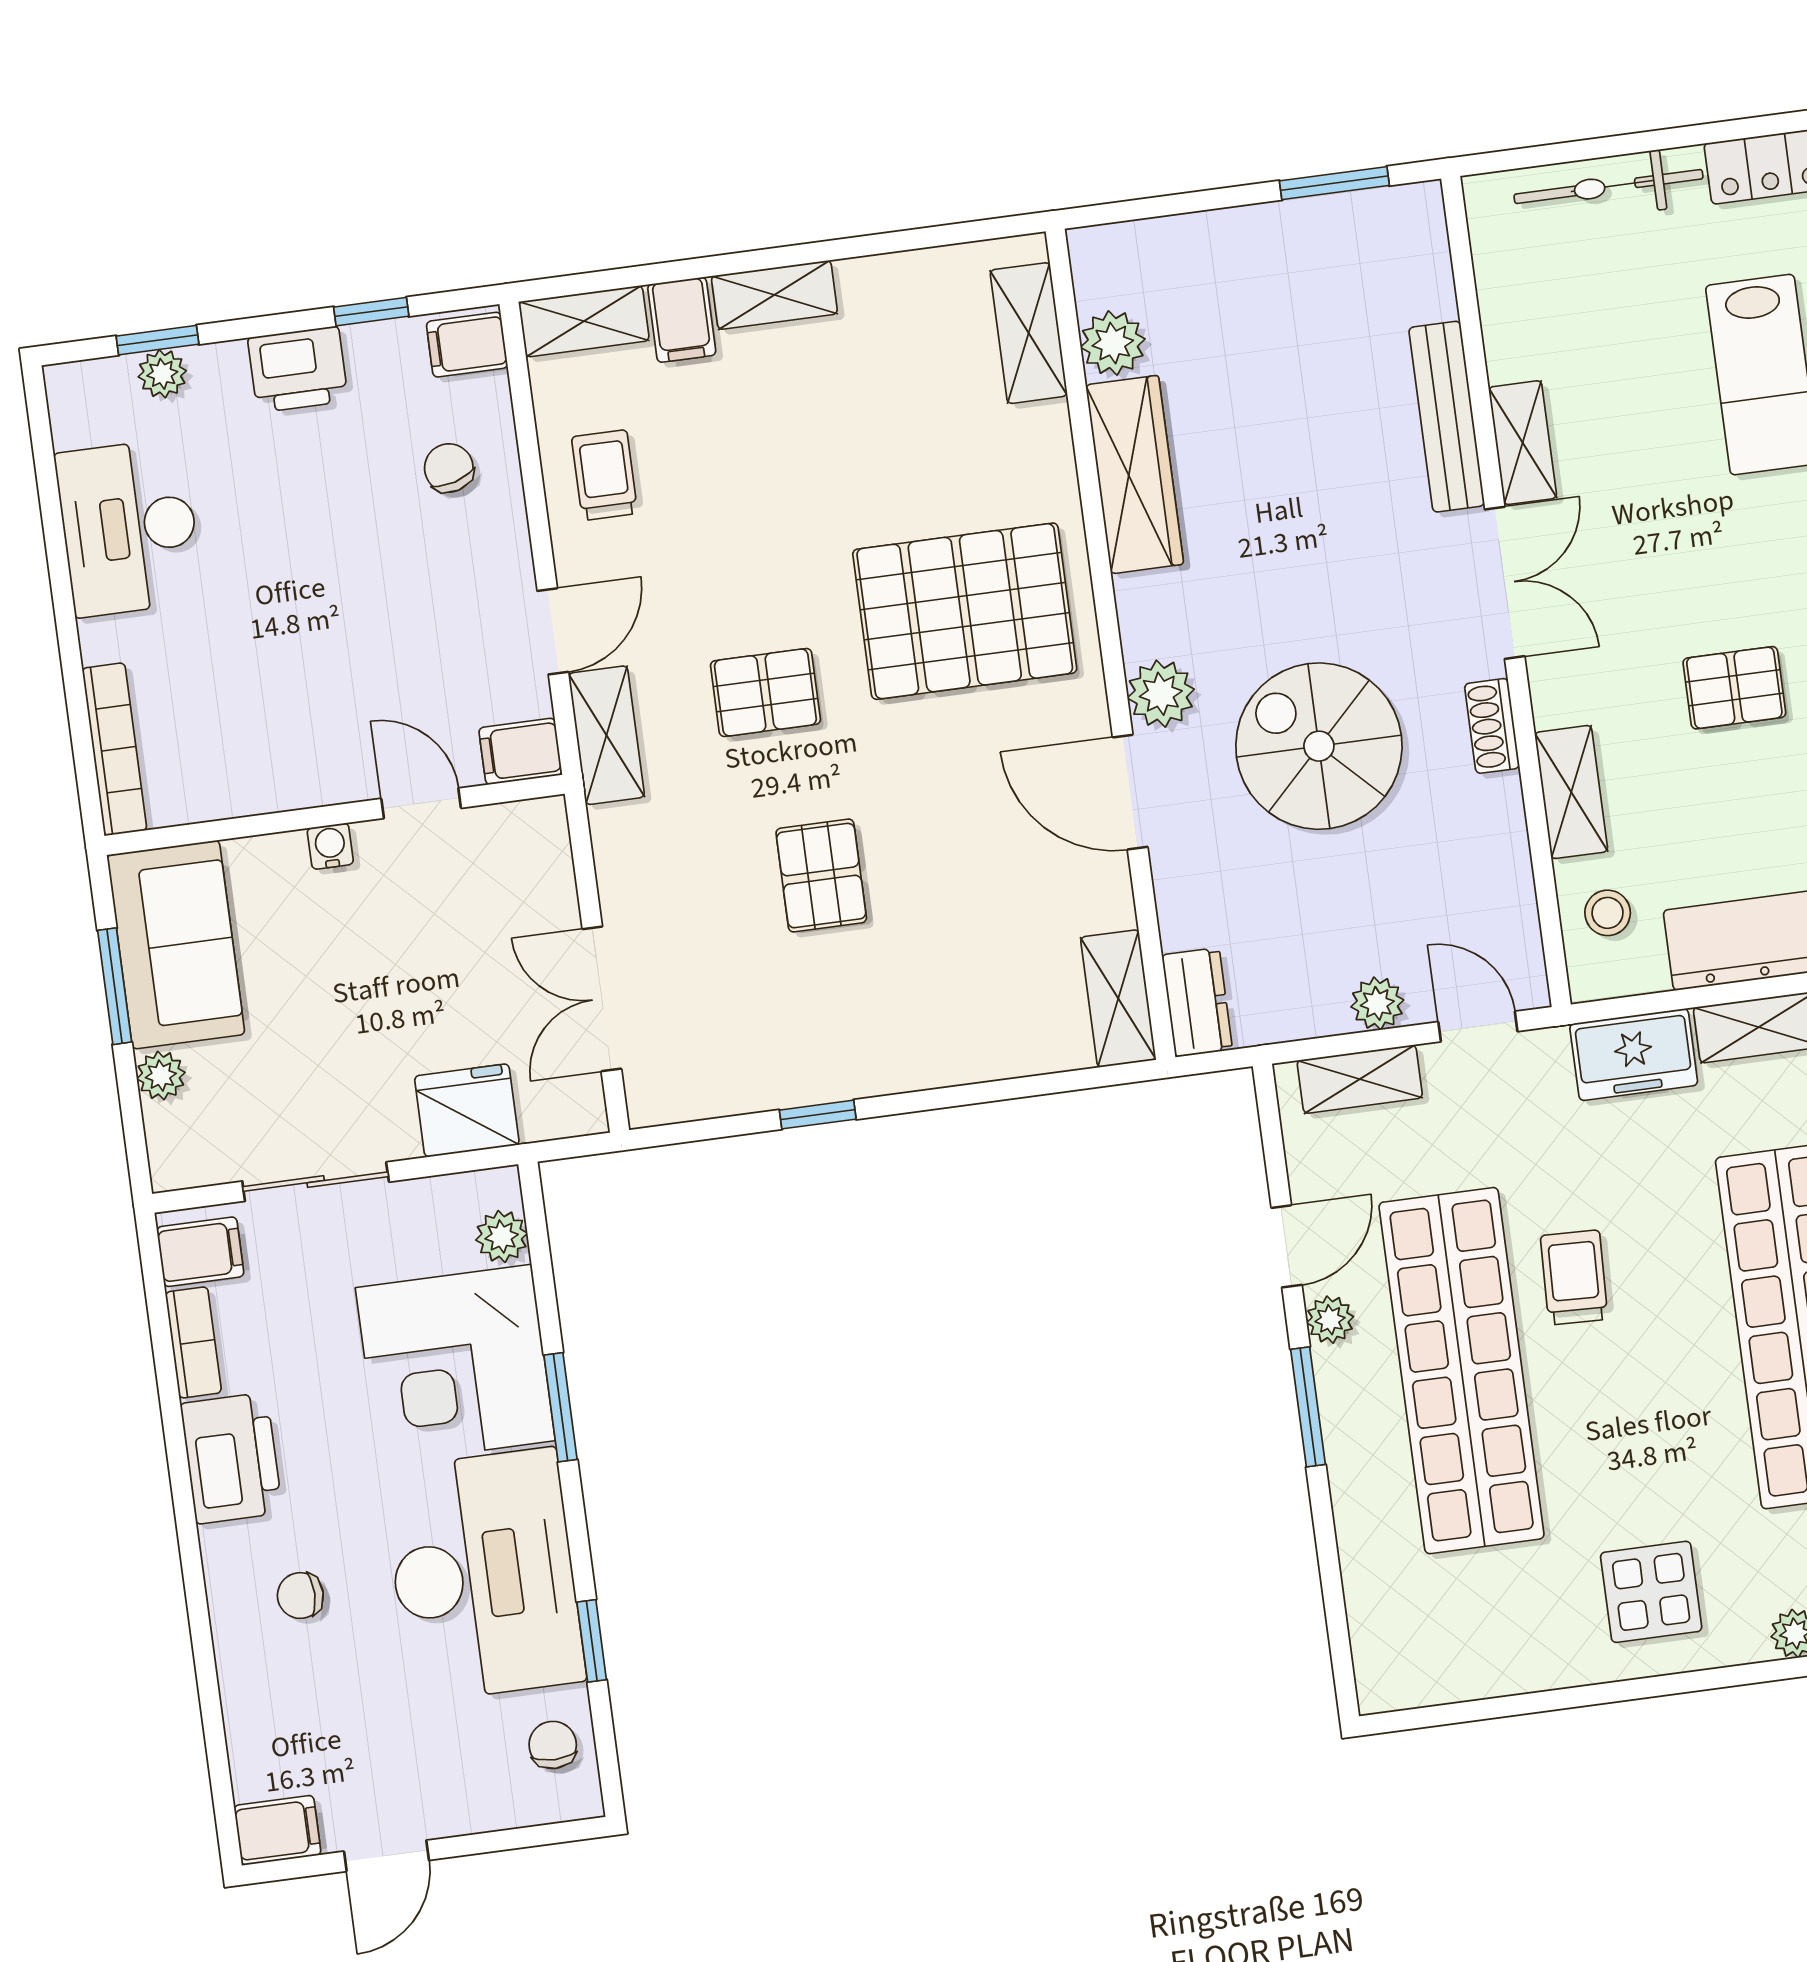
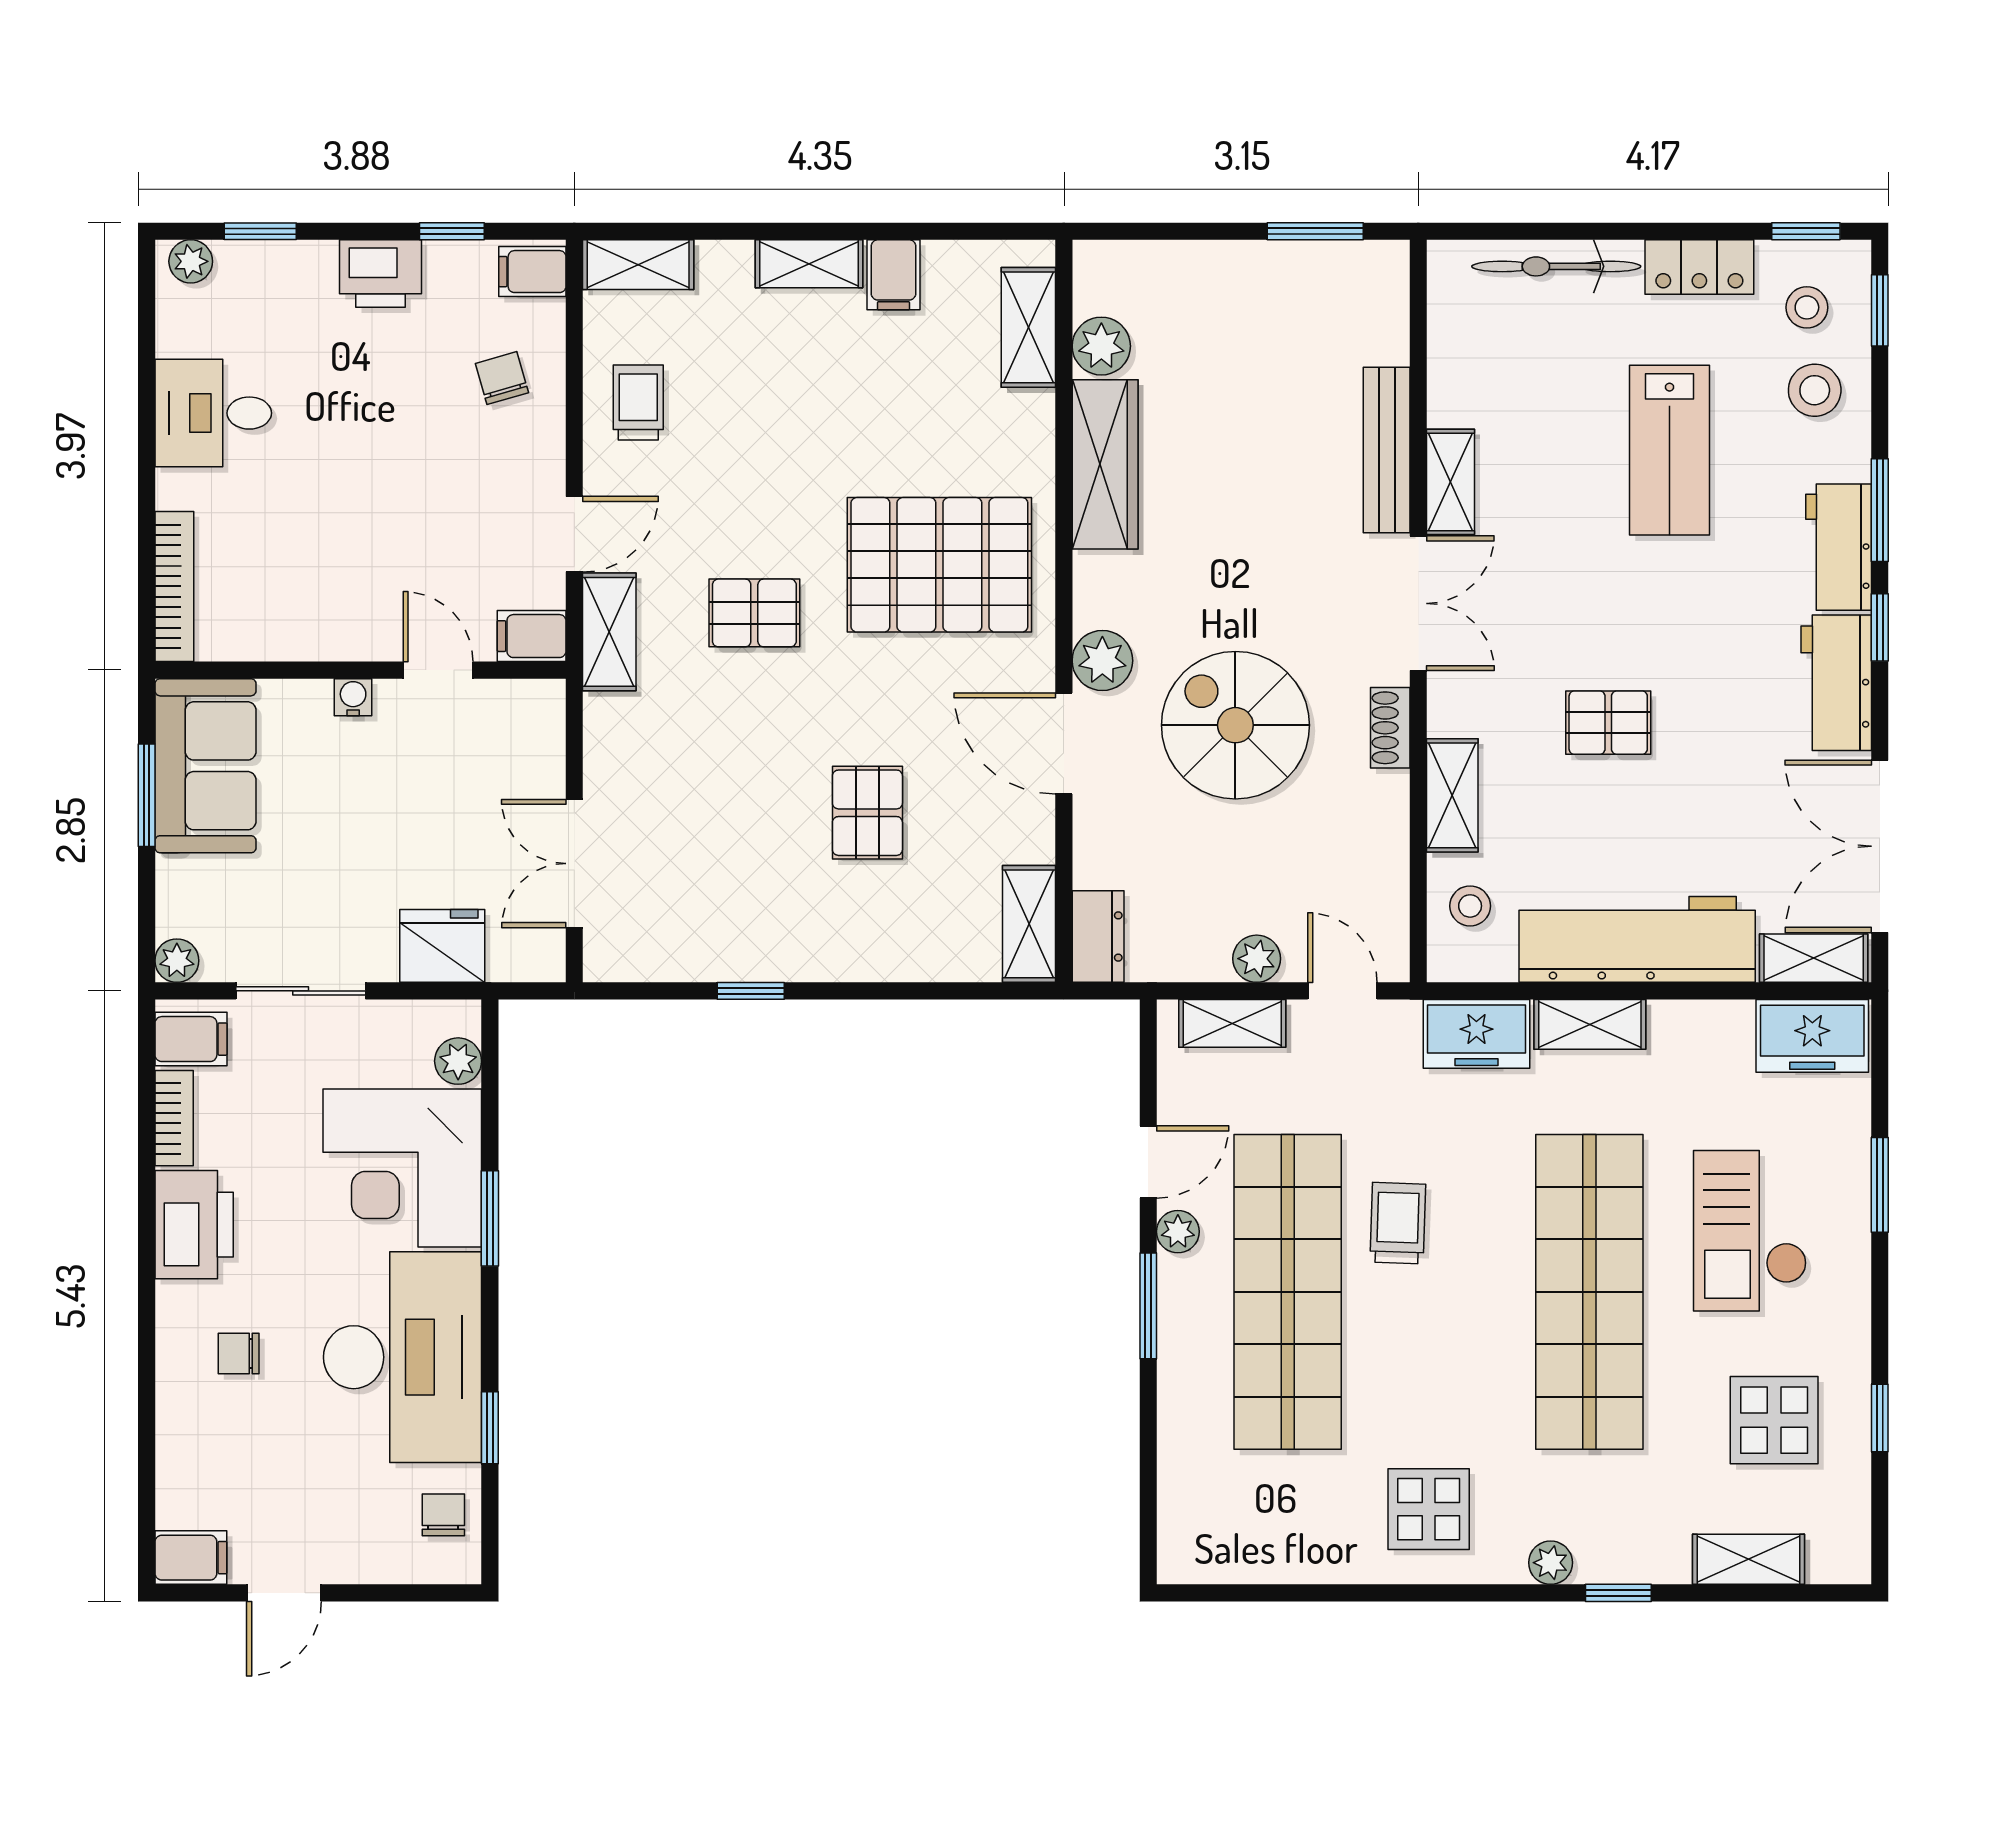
filing cabinet: (682, 320) -> (893, 275), moved
plant: (162, 374) -> (191, 261), moved
desk: (129, 528) -> (213, 413), width x0.73
pallet: (821, 876) -> (867, 813), moved
plant: (161, 1076) -> (177, 961), moved

